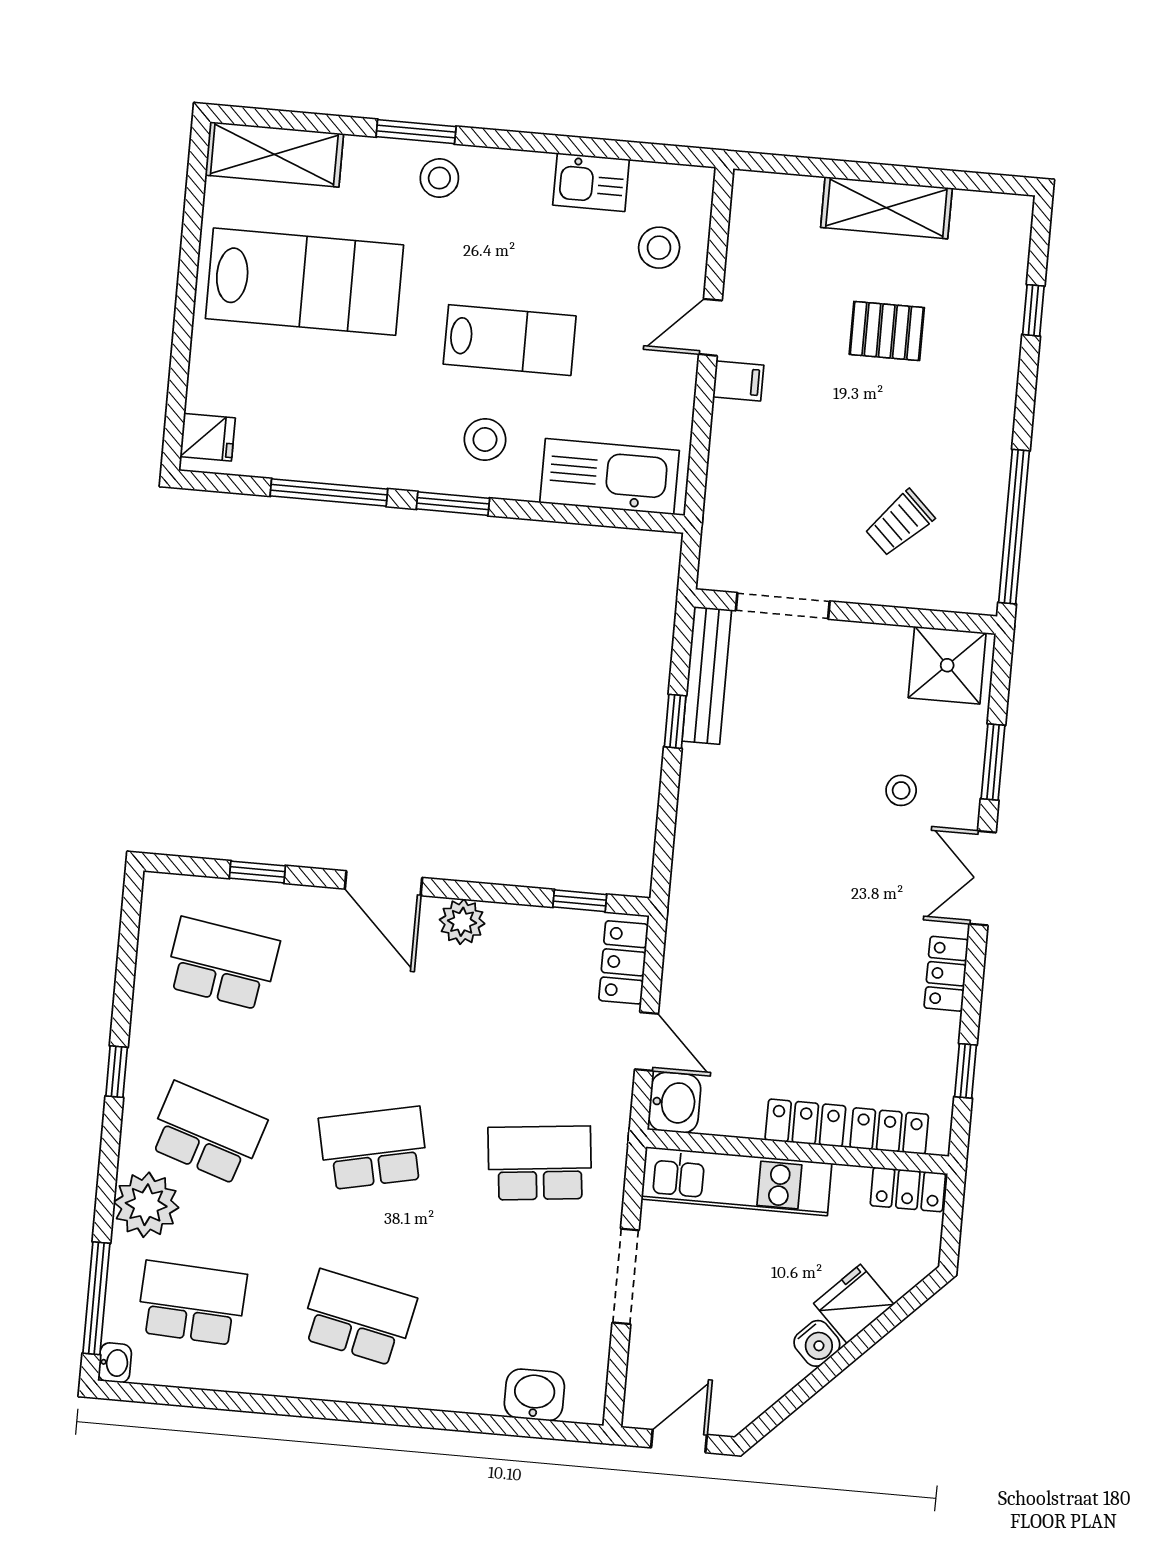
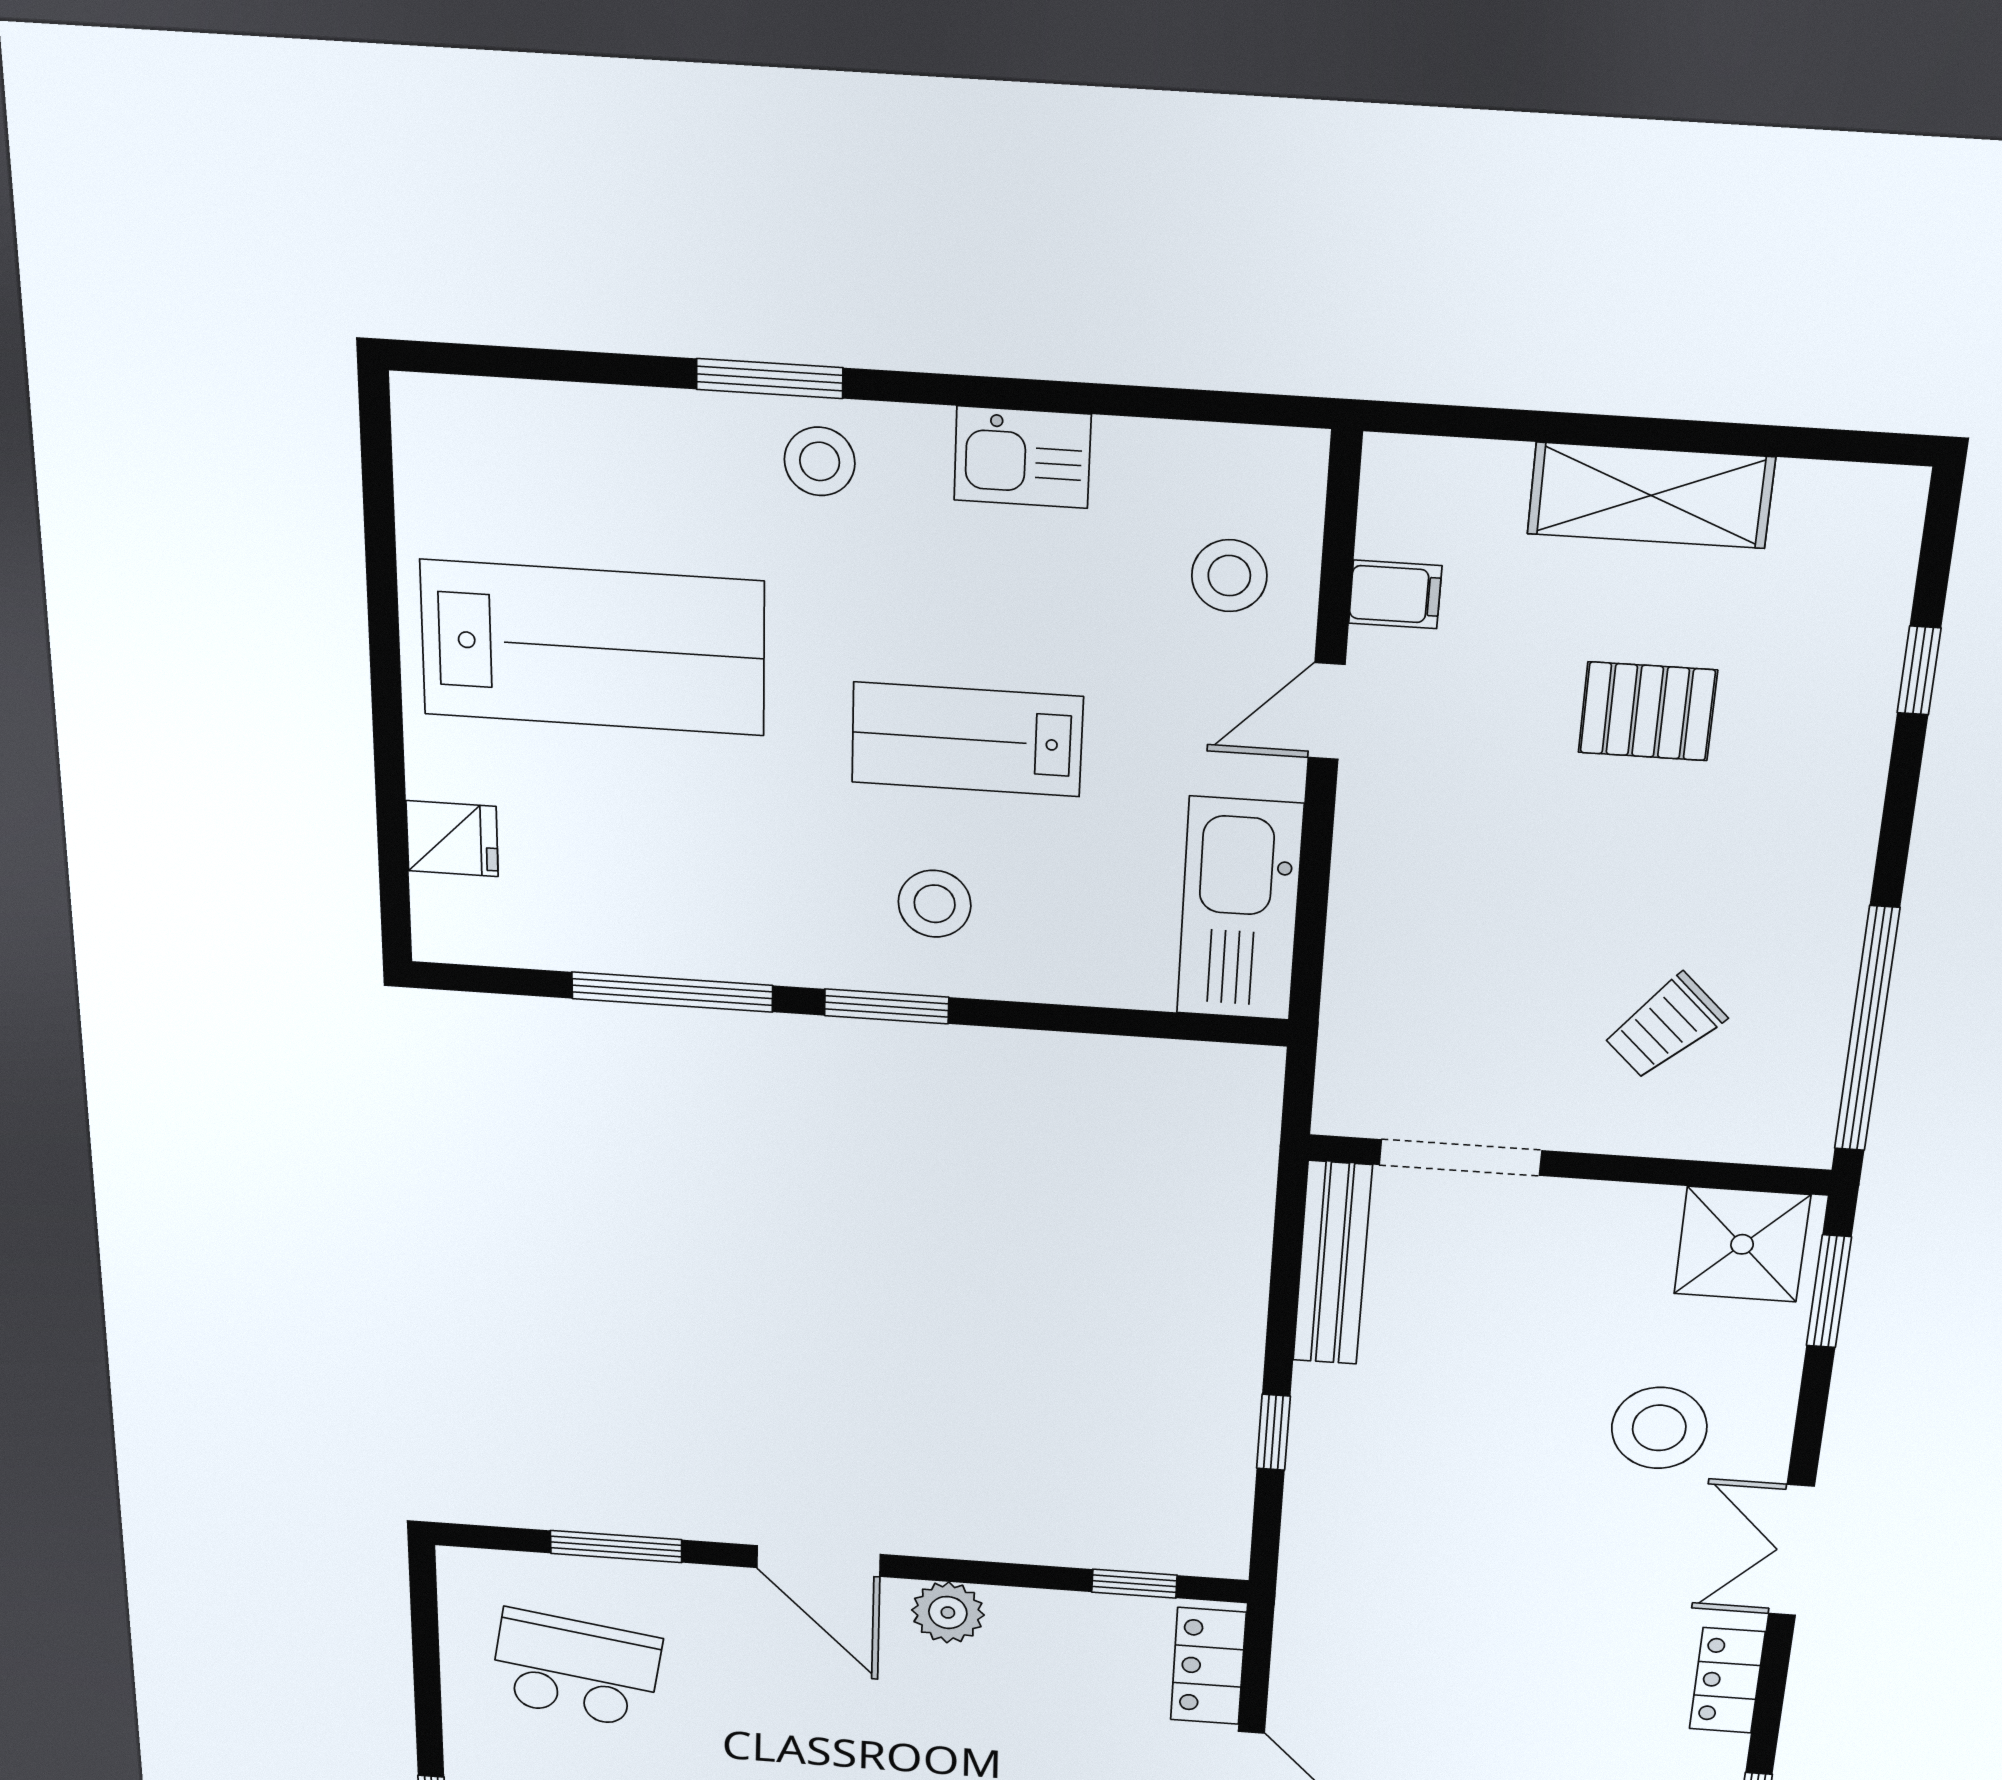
shelving: (274, 154) -> (514, 426), removed
kitchen sink: (591, 182) -> (1022, 457), moved
lab bench: (510, 340) -> (967, 739), turned 180
filing cabinet: (738, 381) -> (1395, 594), moved
fridge: (208, 437) -> (452, 839), moved
kitchen sink: (609, 477) -> (1240, 909), moved, turned -90
window: (675, 721) -> (1273, 1432), moved
window: (993, 762) -> (1829, 1291), moved
stool: (901, 790) -> (1659, 1428), width x1.89, depth x1.89
window: (257, 872) -> (616, 1547), width x1.50

